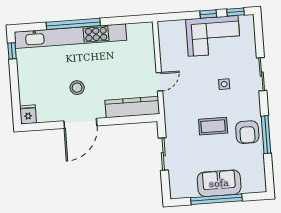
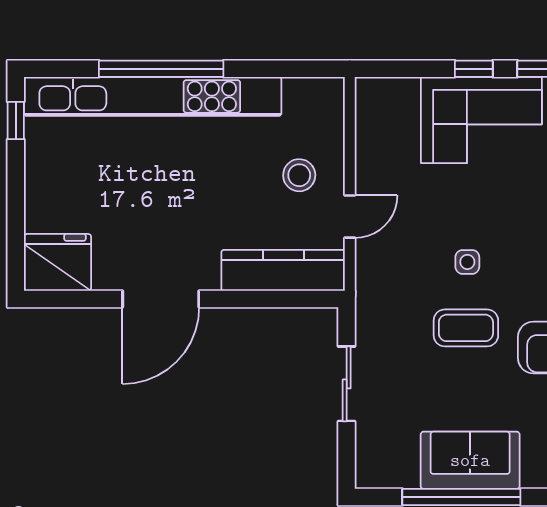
side table: (224, 84) -> (467, 262), moved
stool: (77, 88) -> (299, 175), moved
fridge: (28, 114) -> (57, 262), width x1.88, depth x1.34

